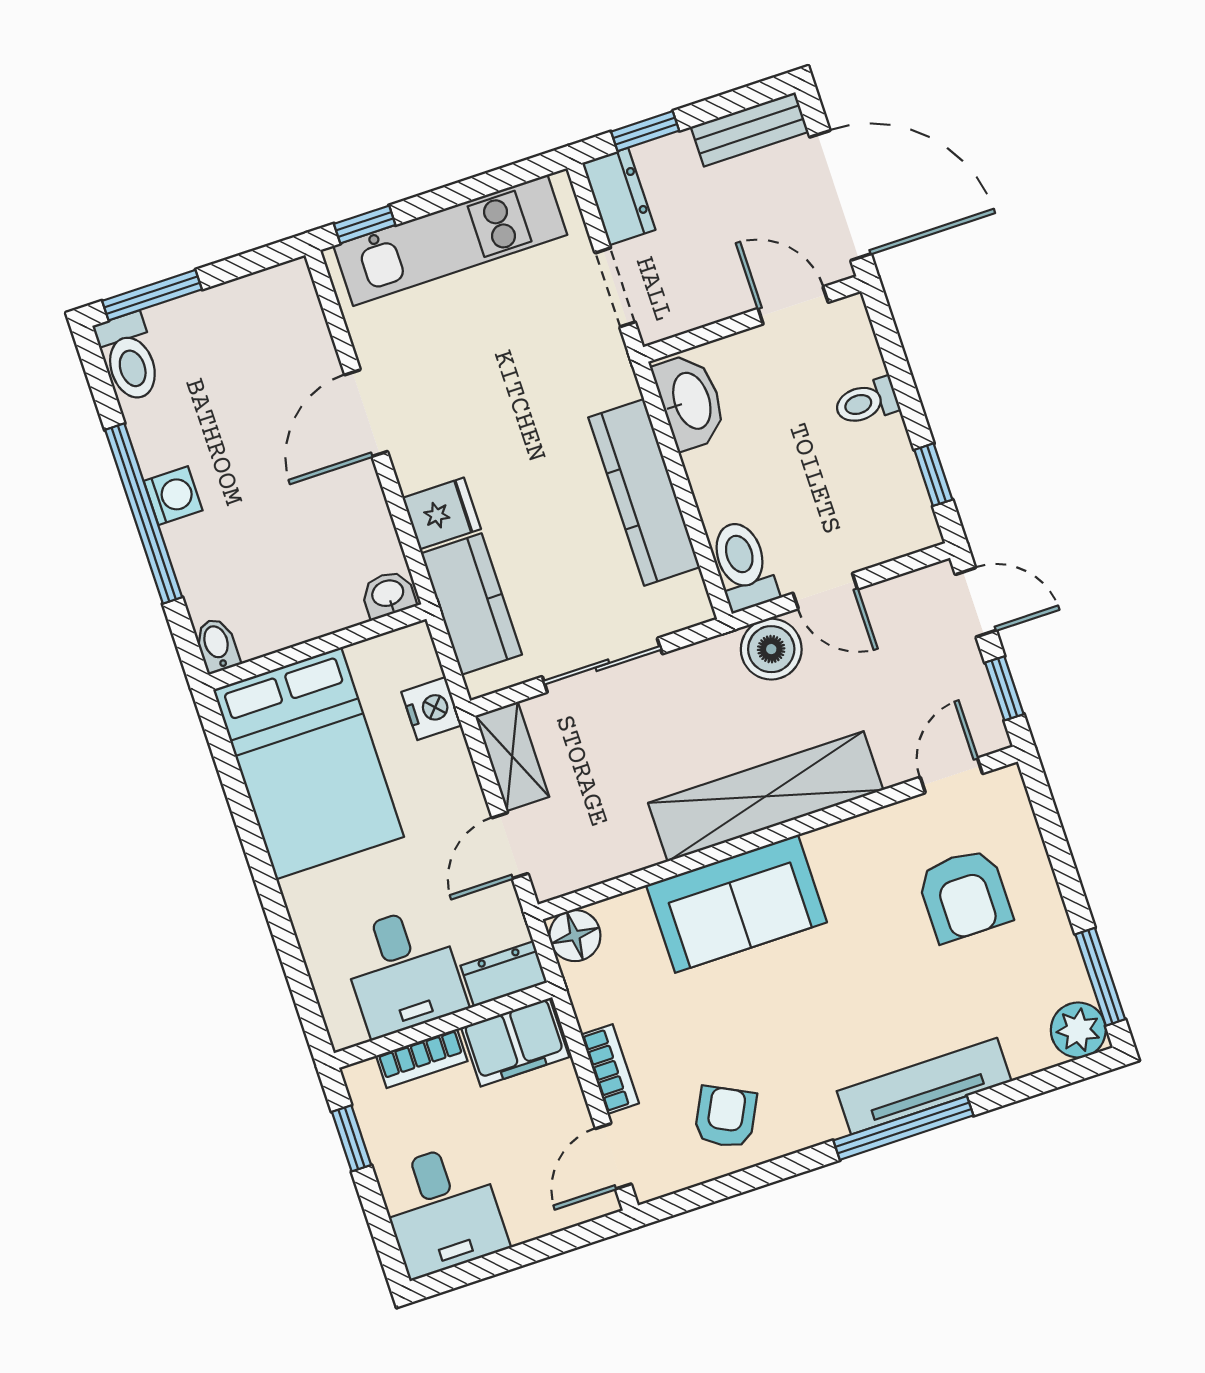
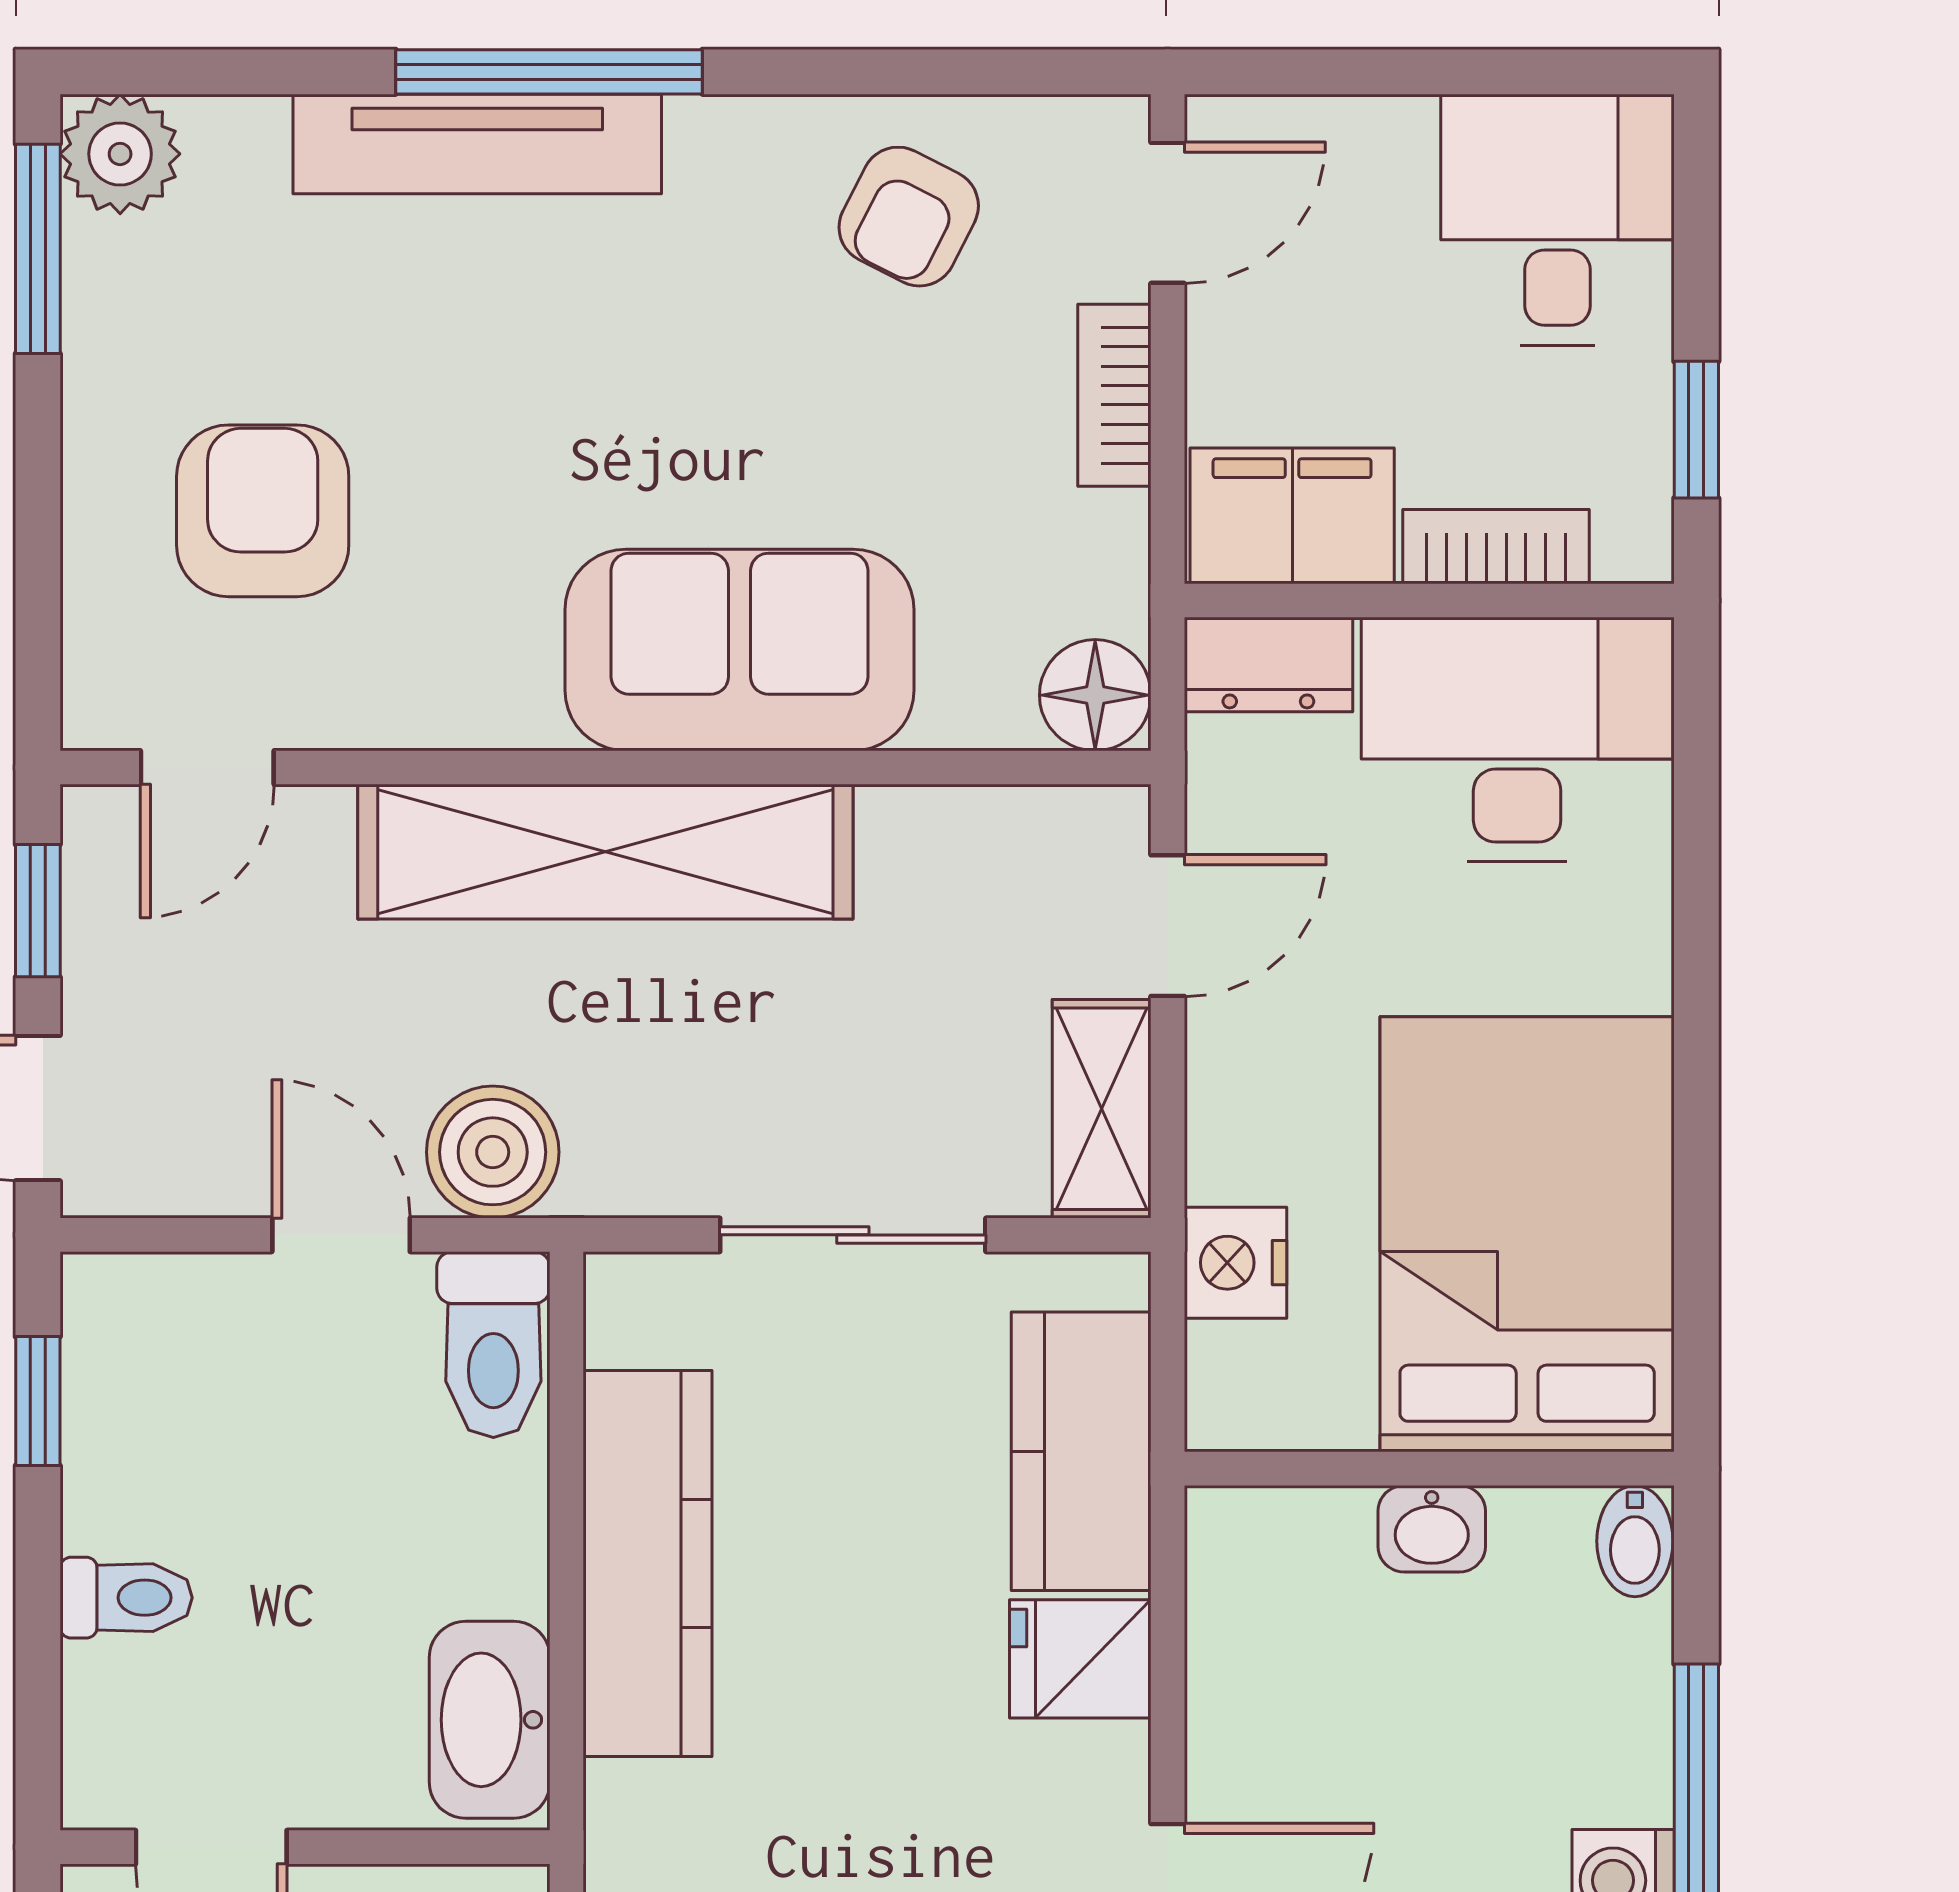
washbasin: (388, 594) -> (1432, 1529), moved
desk: (403, 971) -> (1517, 739), width x1.37

